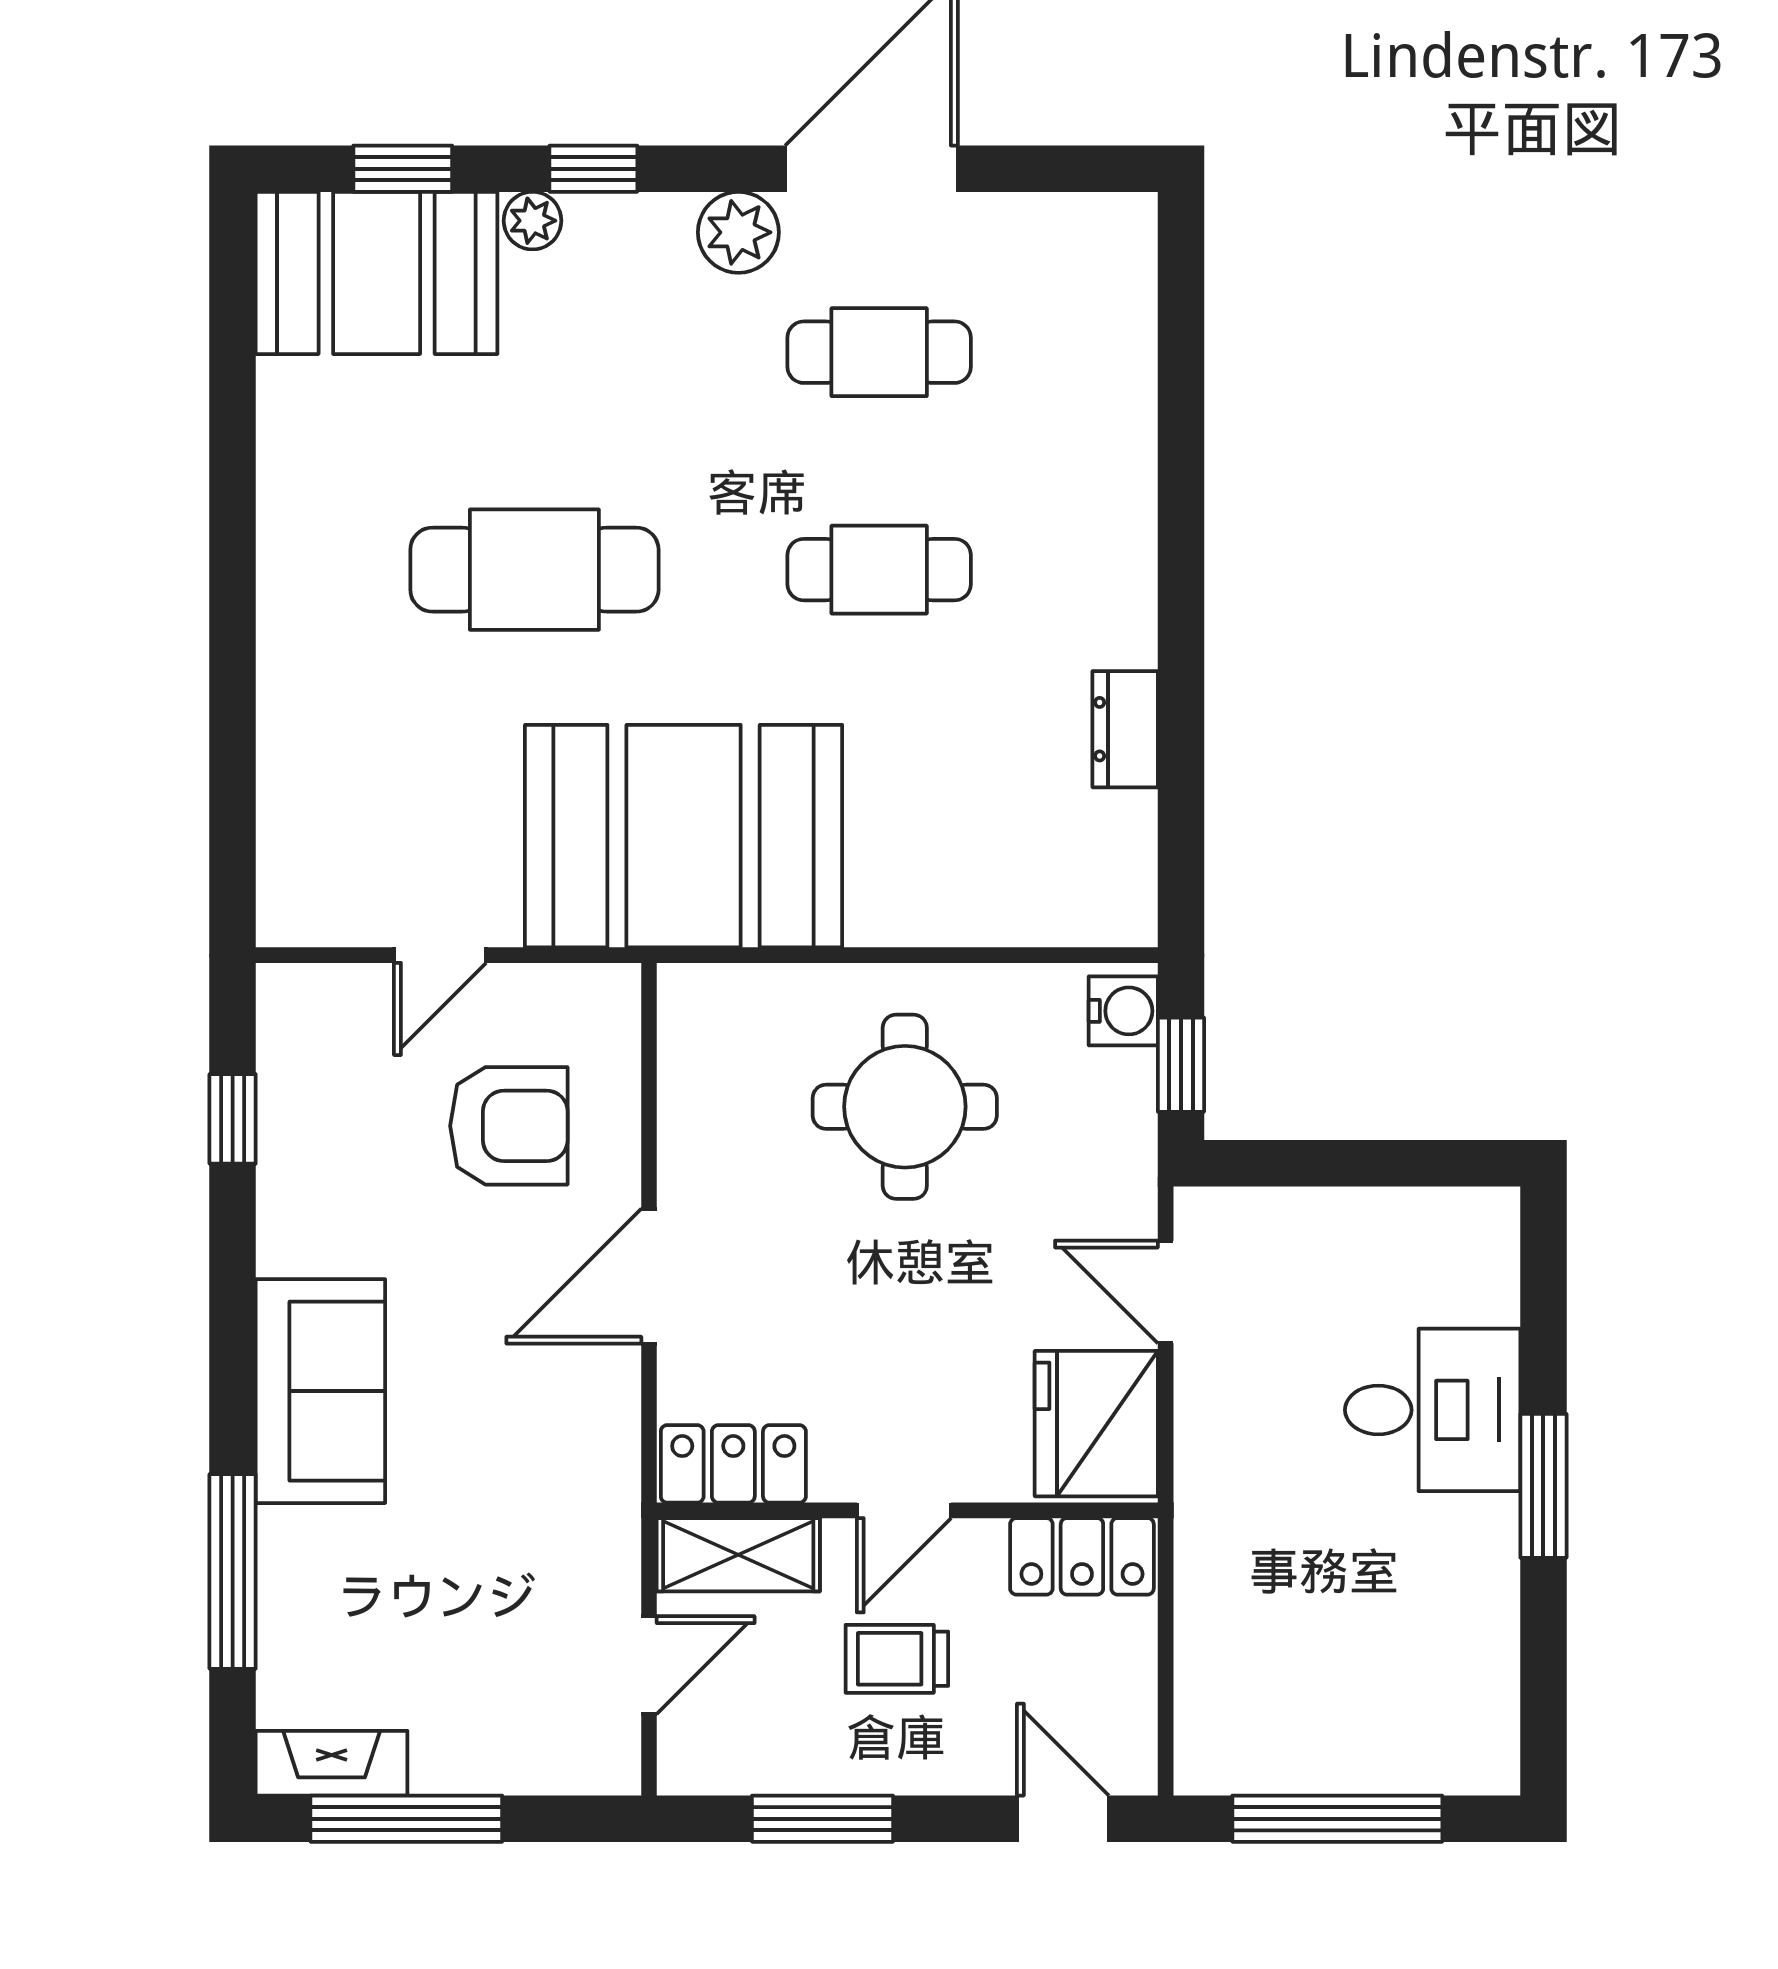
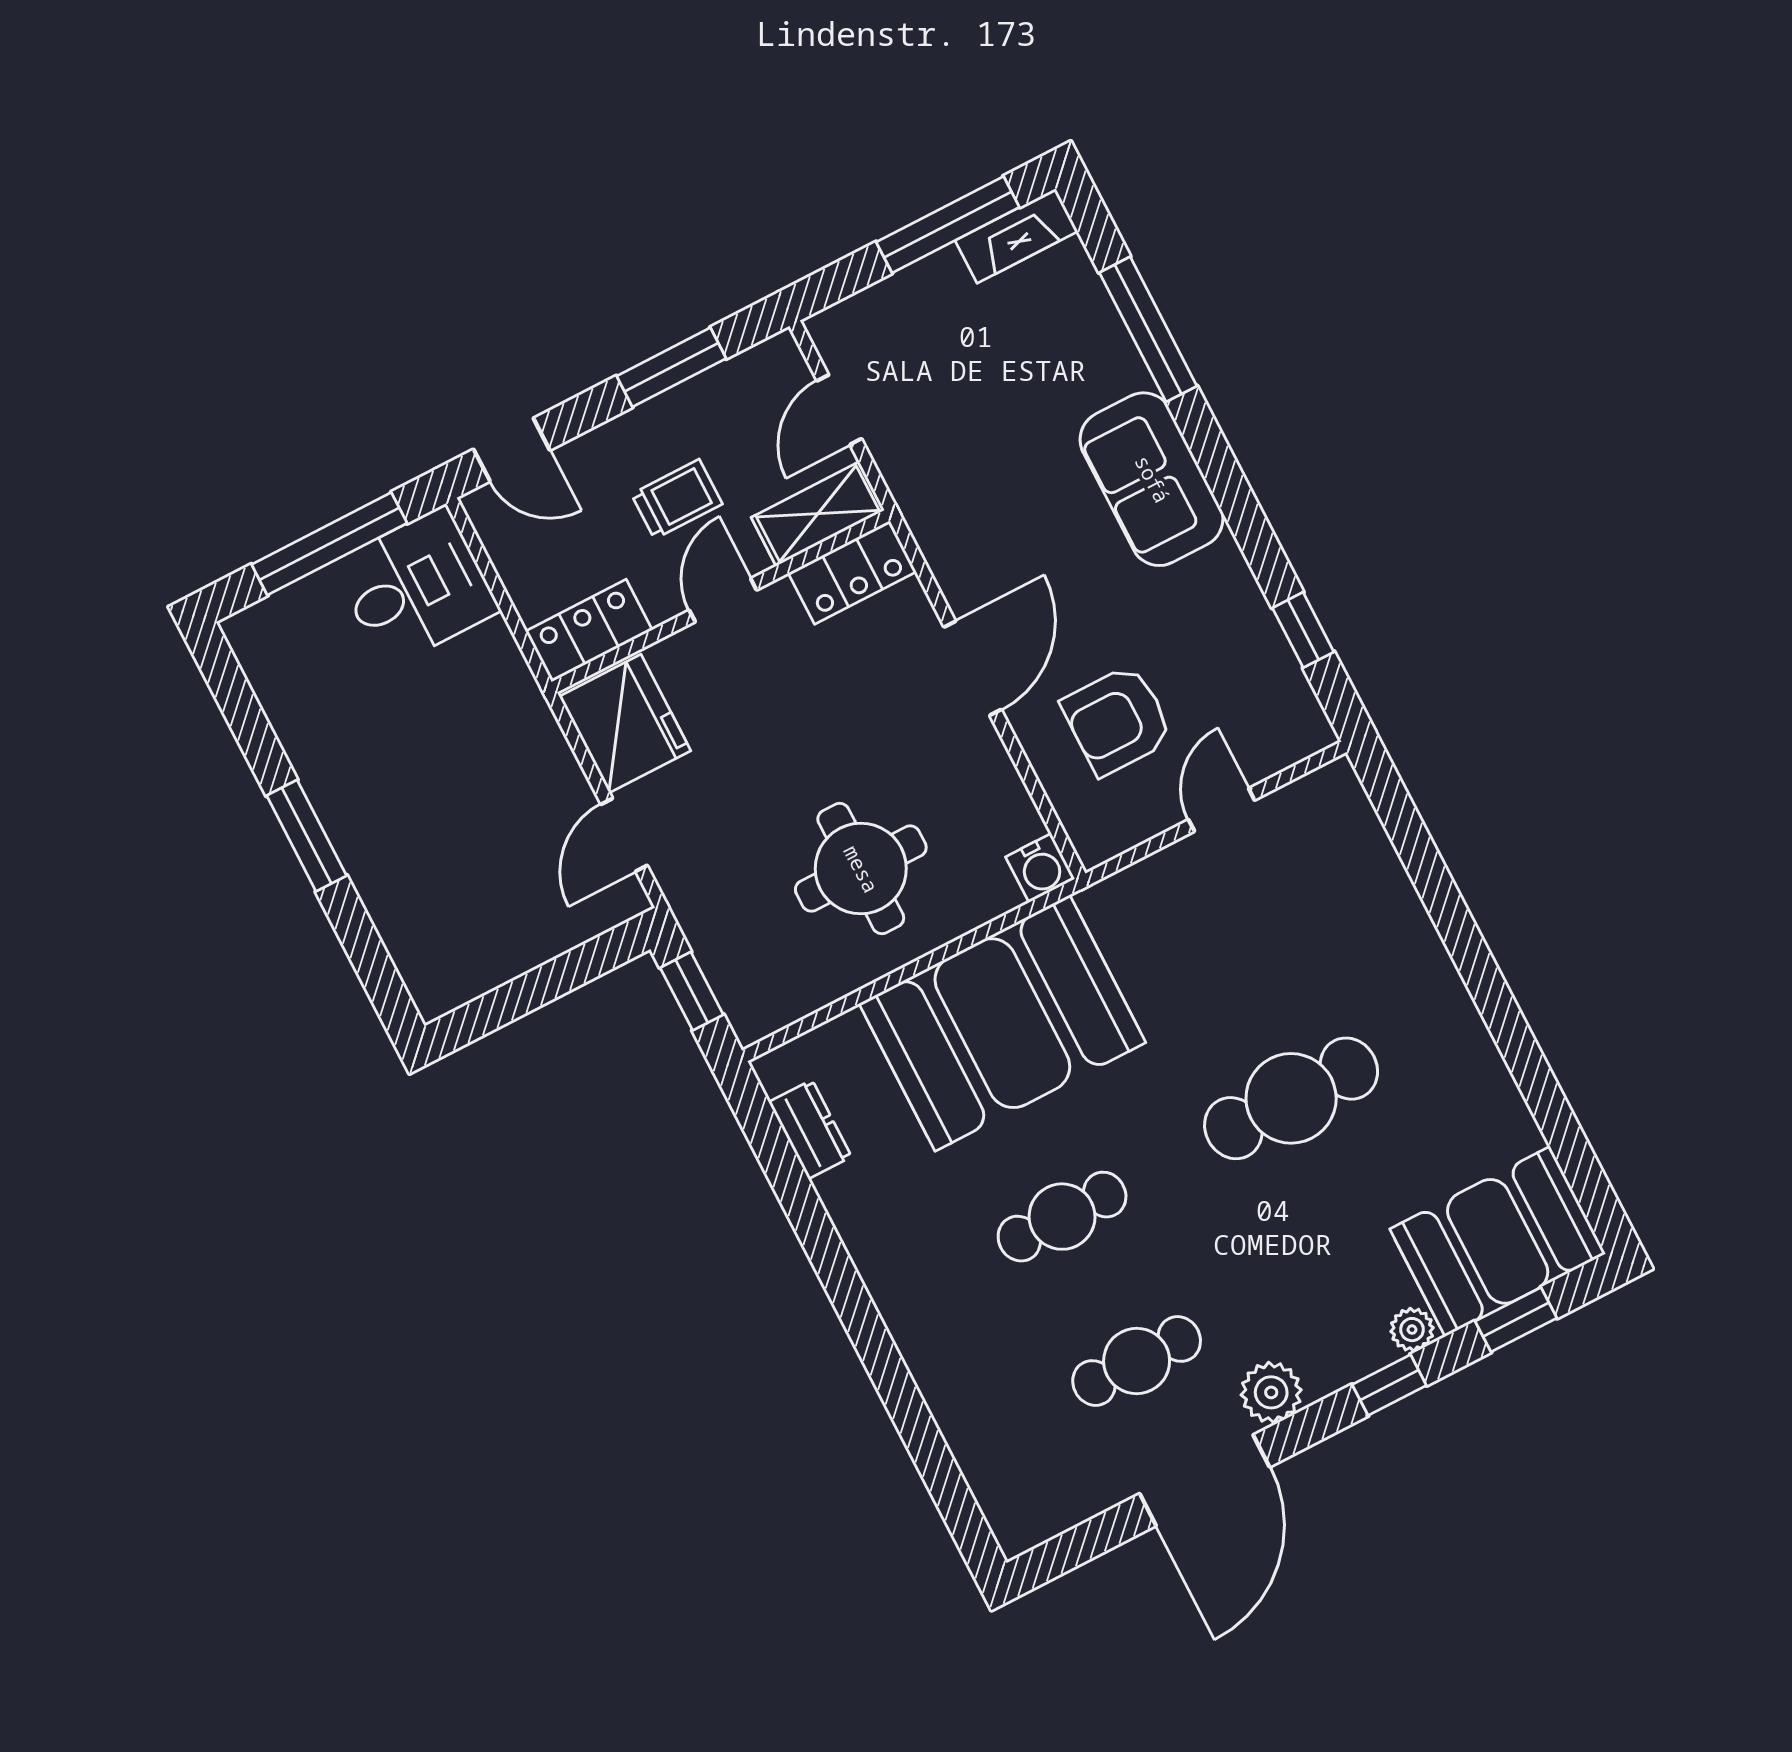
dresser: (1125, 729) -> (810, 1129), moved
booth: (684, 836) -> (1002, 1023), moved
water cooler: (1123, 1011) -> (1040, 868), moved, turned -90
door: (1166, 1292) -> (624, 835), swing flipped
desk: (1433, 1410) -> (416, 587), moved, turned 180

